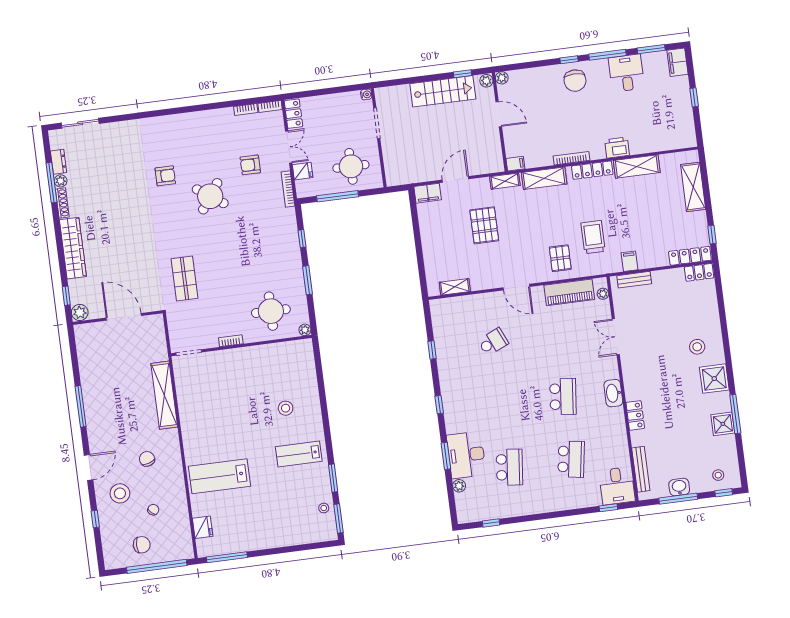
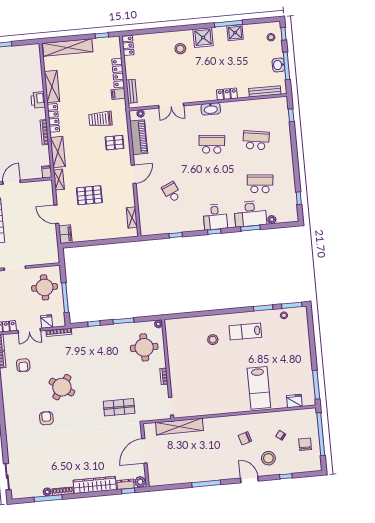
double door: (289, 147) -> (29, 331), swing flipped
dresser: (59, 162) -> (125, 484), moved
armchair: (250, 165) -> (23, 365), moved
shelving: (693, 187) -> (68, 47), width x1.47
locker: (690, 256) -> (118, 73), moved
shelving: (164, 395) -> (179, 427), moved
lab bench: (299, 454) -> (245, 331), turned 90
desk: (617, 486) -> (215, 217), moved, turned 90

